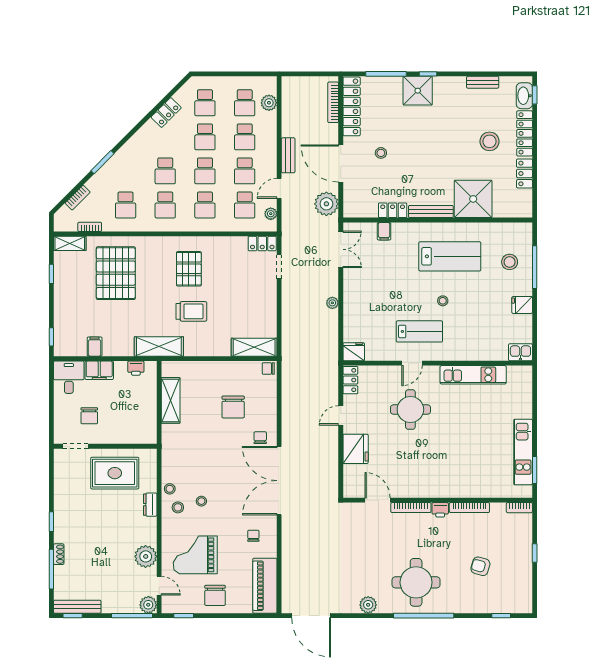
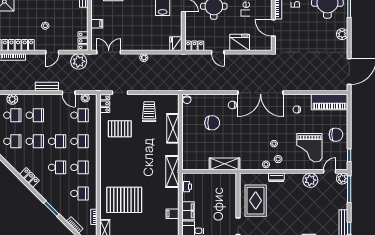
locker: (166, 112) -> (29, 177), moved
door: (341, 163) -> (52, 52), width x0.53
school desk: (245, 171) -> (57, 115), removed
locker: (393, 210) -> (83, 41), moved
pallet: (189, 269) -> (120, 129), moved
trolley: (191, 311) -> (149, 112), moved
shelving: (254, 347) -> (173, 128), moved
shelving: (171, 400) -> (224, 164), moved
chair: (89, 416) -> (218, 217), removed
door: (378, 500) -> (273, 28), hinge flipped

